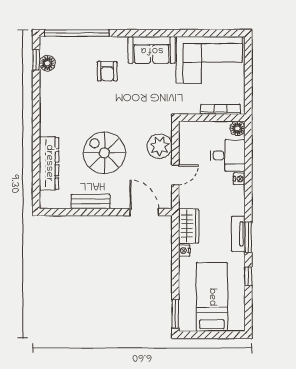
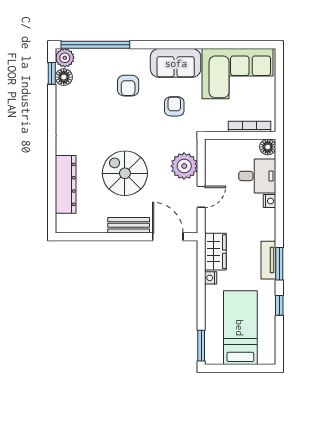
plant: (48, 45) -> (65, 58), added
armchair: (150, 91) -> (174, 106), added
bench: (91, 201) -> (129, 225), moved

